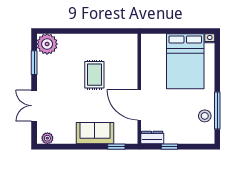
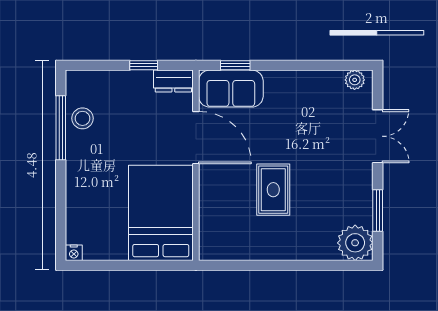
bed: (185, 61) -> (161, 213), moved
sofa: (95, 133) -> (231, 89), moved

